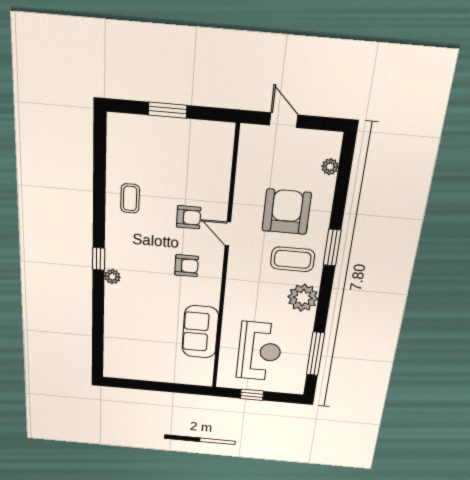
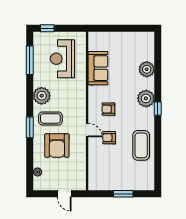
coffee table: (130, 198) -> (141, 145), width x1.86, depth x1.72
plant: (112, 277) -> (146, 98), width x1.88, depth x1.88
plant: (117, 323) -> (147, 69), added
window: (252, 395) -> (47, 28), moved

